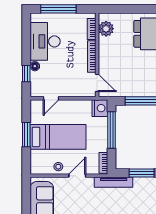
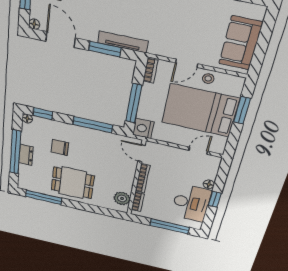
window: (26, 74) -> (215, 199), moved
window: (26, 135) -> (242, 110), moved
bed: (58, 137) -> (200, 110), width x1.50
tv unit: (114, 182) -> (123, 42), moved

